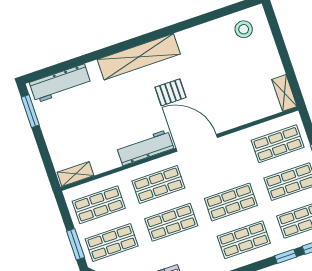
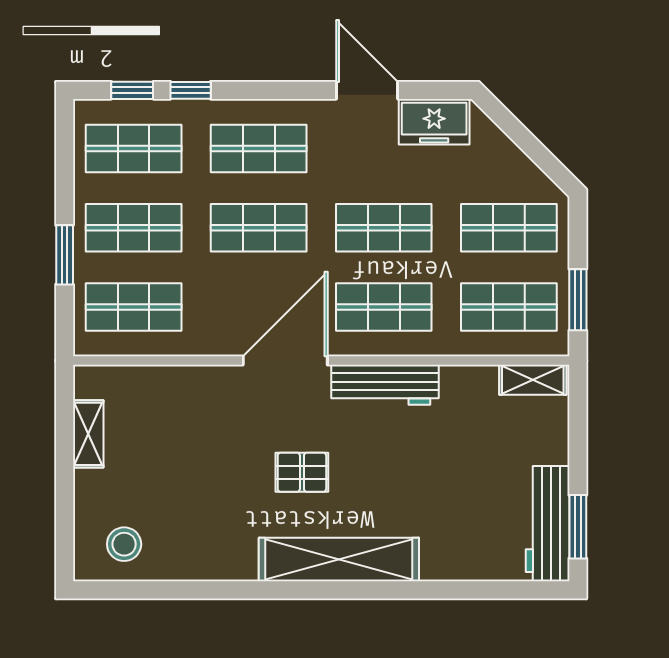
workbench: (60, 83) -> (548, 524), moved, turned -90
shelving: (284, 93) -> (88, 434), moved
door: (197, 143) -> (285, 361), swing flipped
window: (76, 244) -> (578, 300), moved

